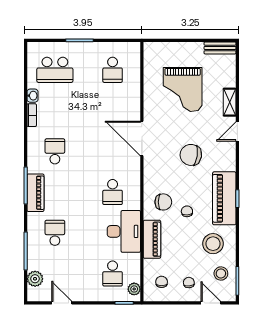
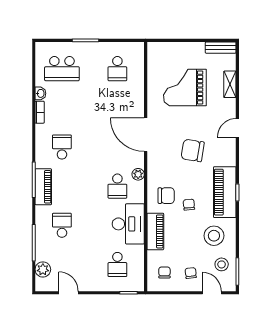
grand piano: (183, 89) -> (185, 87), turned 90
shelving: (230, 102) -> (230, 84), moved
plant: (134, 289) -> (138, 174), moved

